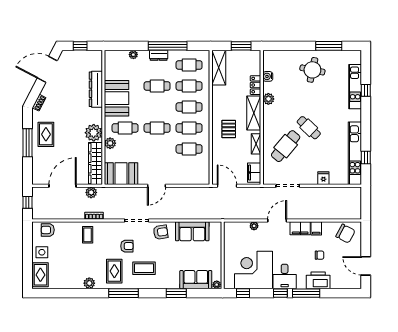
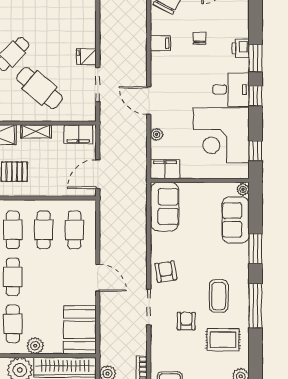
cafe table: (189, 170) -> (74, 230), added
fridge: (323, 178) -> (86, 57), moved
filing cabinet: (300, 228) -> (165, 169), moved, turned -90
sofa: (192, 231) -> (164, 207), moved
printer: (318, 280) -> (241, 48), width x0.53, depth x0.68
window: (123, 293) -> (255, 306), moved
window: (306, 293) -> (255, 58), width x0.69

